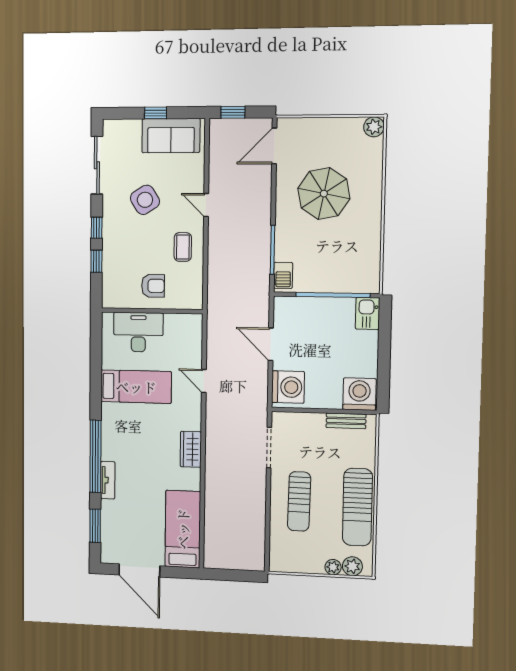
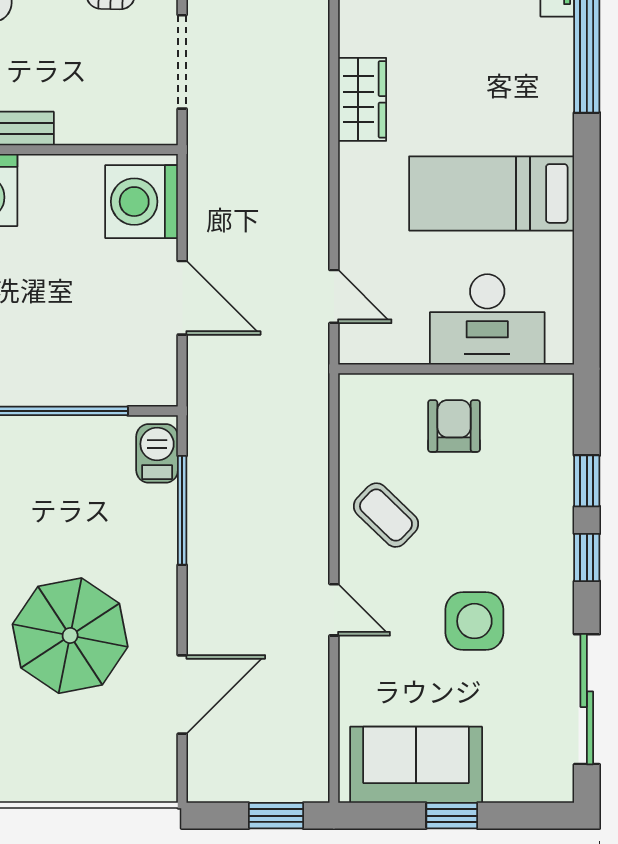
door: (274, 146) -> (182, 694), moved
side table: (145, 200) -> (474, 621), turned 32
coffee table: (183, 247) -> (386, 515), turned -46
armchair: (153, 286) -> (454, 426), turned 90
door: (204, 381) -> (334, 296), moved
wardrobe: (191, 449) -> (362, 99), moved

